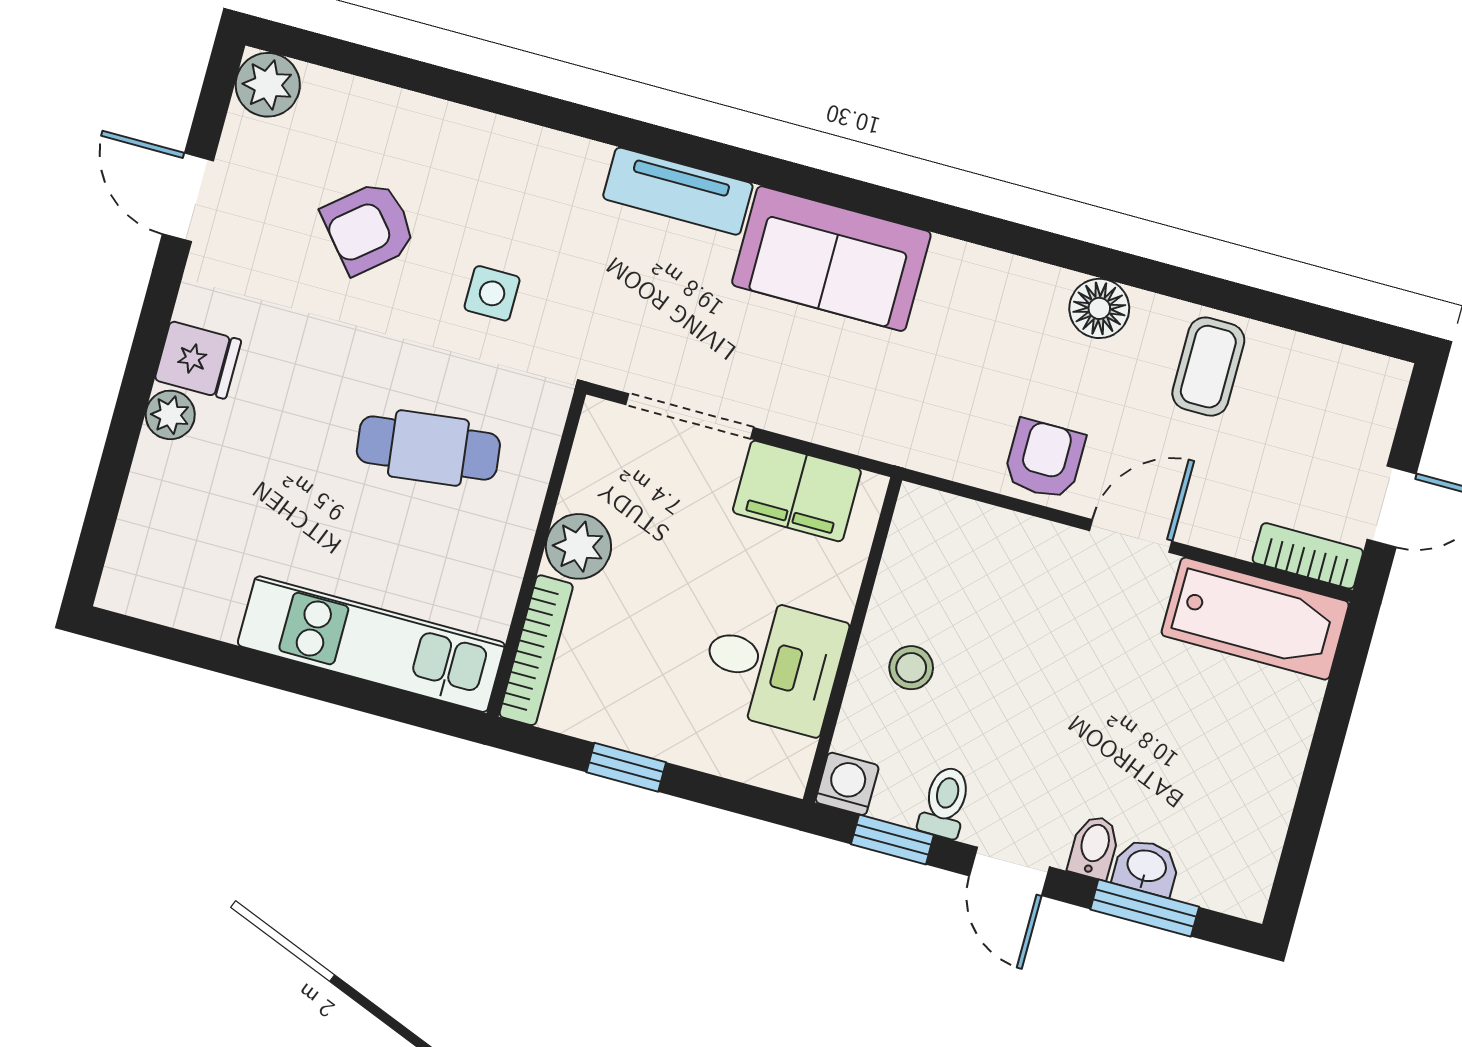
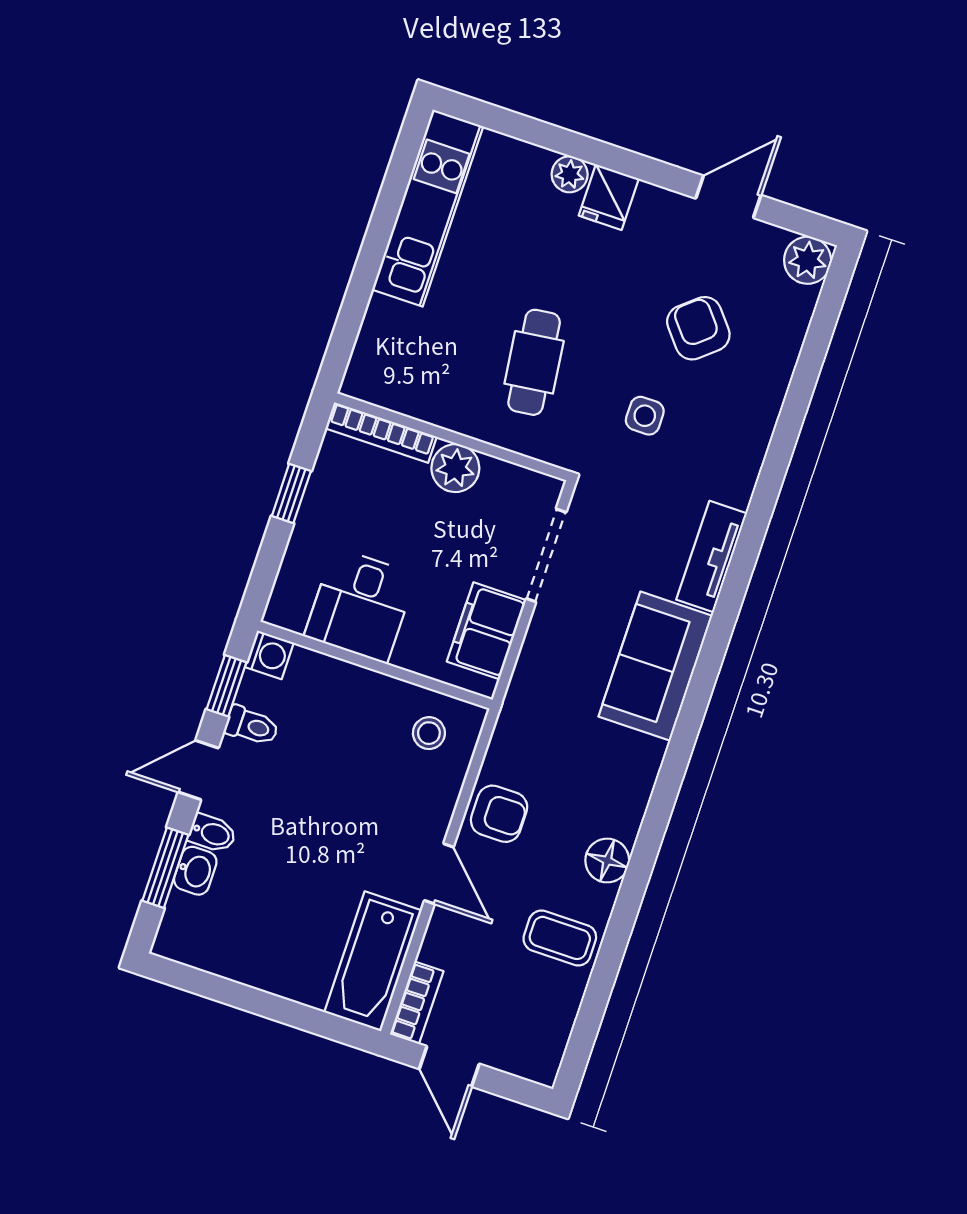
kitchen unit: (371, 644) -> (428, 208), moved
stool: (911, 668) -> (429, 733), moved

